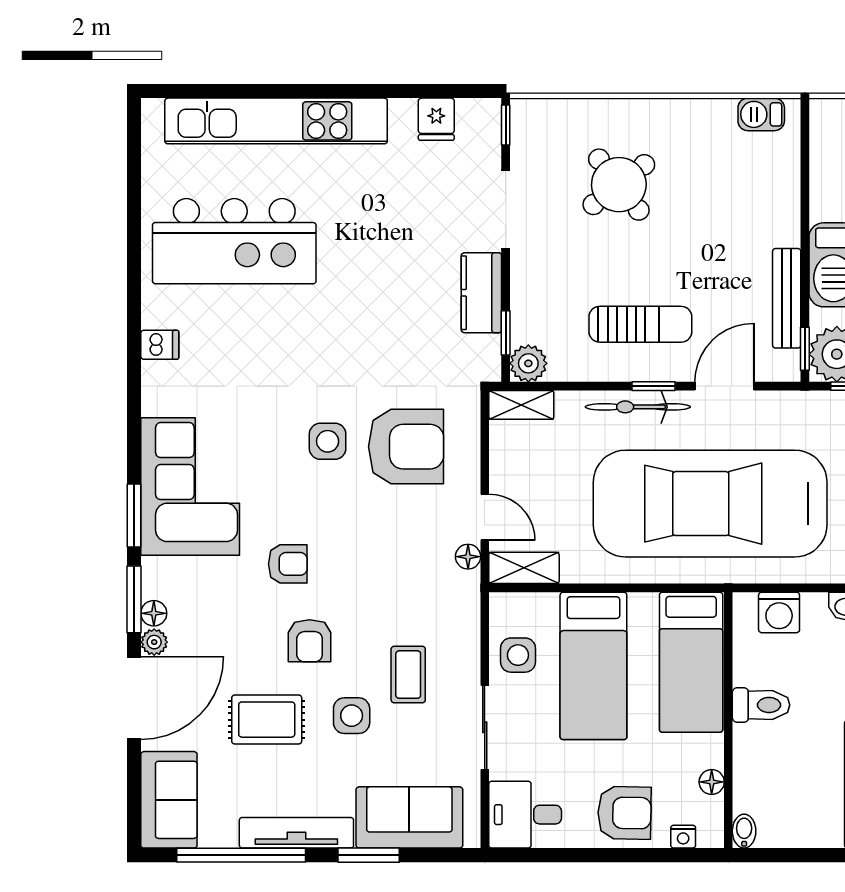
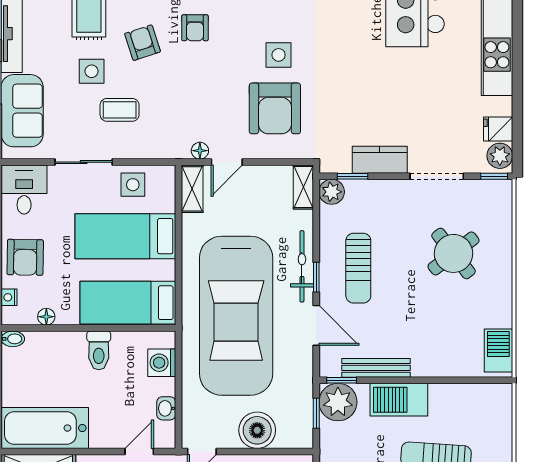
barbecue: (761, 114) -> (498, 350), width x1.38, depth x1.27
plant: (476, 117) -> (500, 156), added
car: (710, 504) -> (236, 316), turned 180
armchair: (310, 641) -> (143, 43), turned 72

